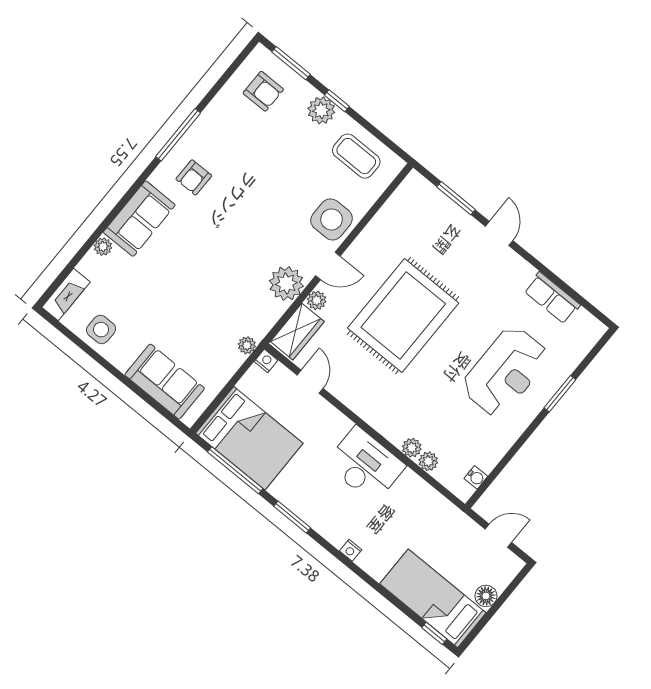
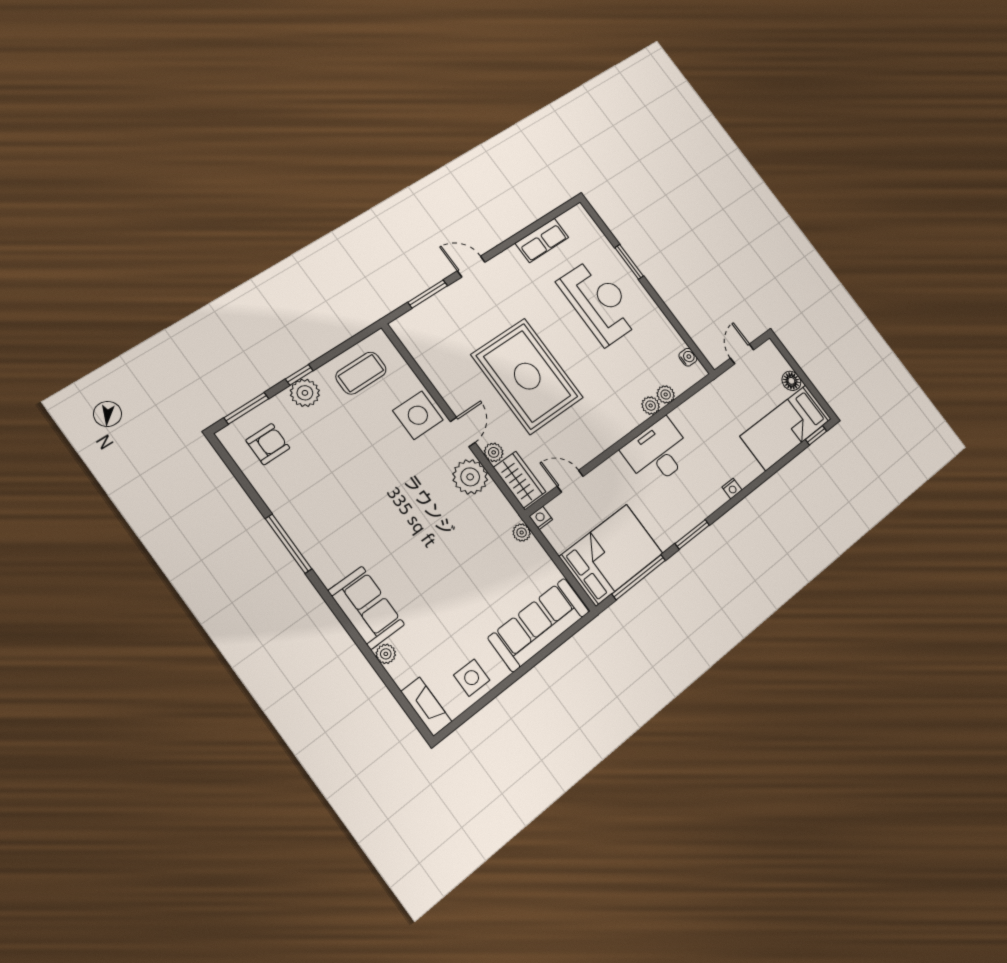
armchair: (194, 177) -> (338, 540), removed
sofa: (165, 382) -> (539, 625), width x1.36

